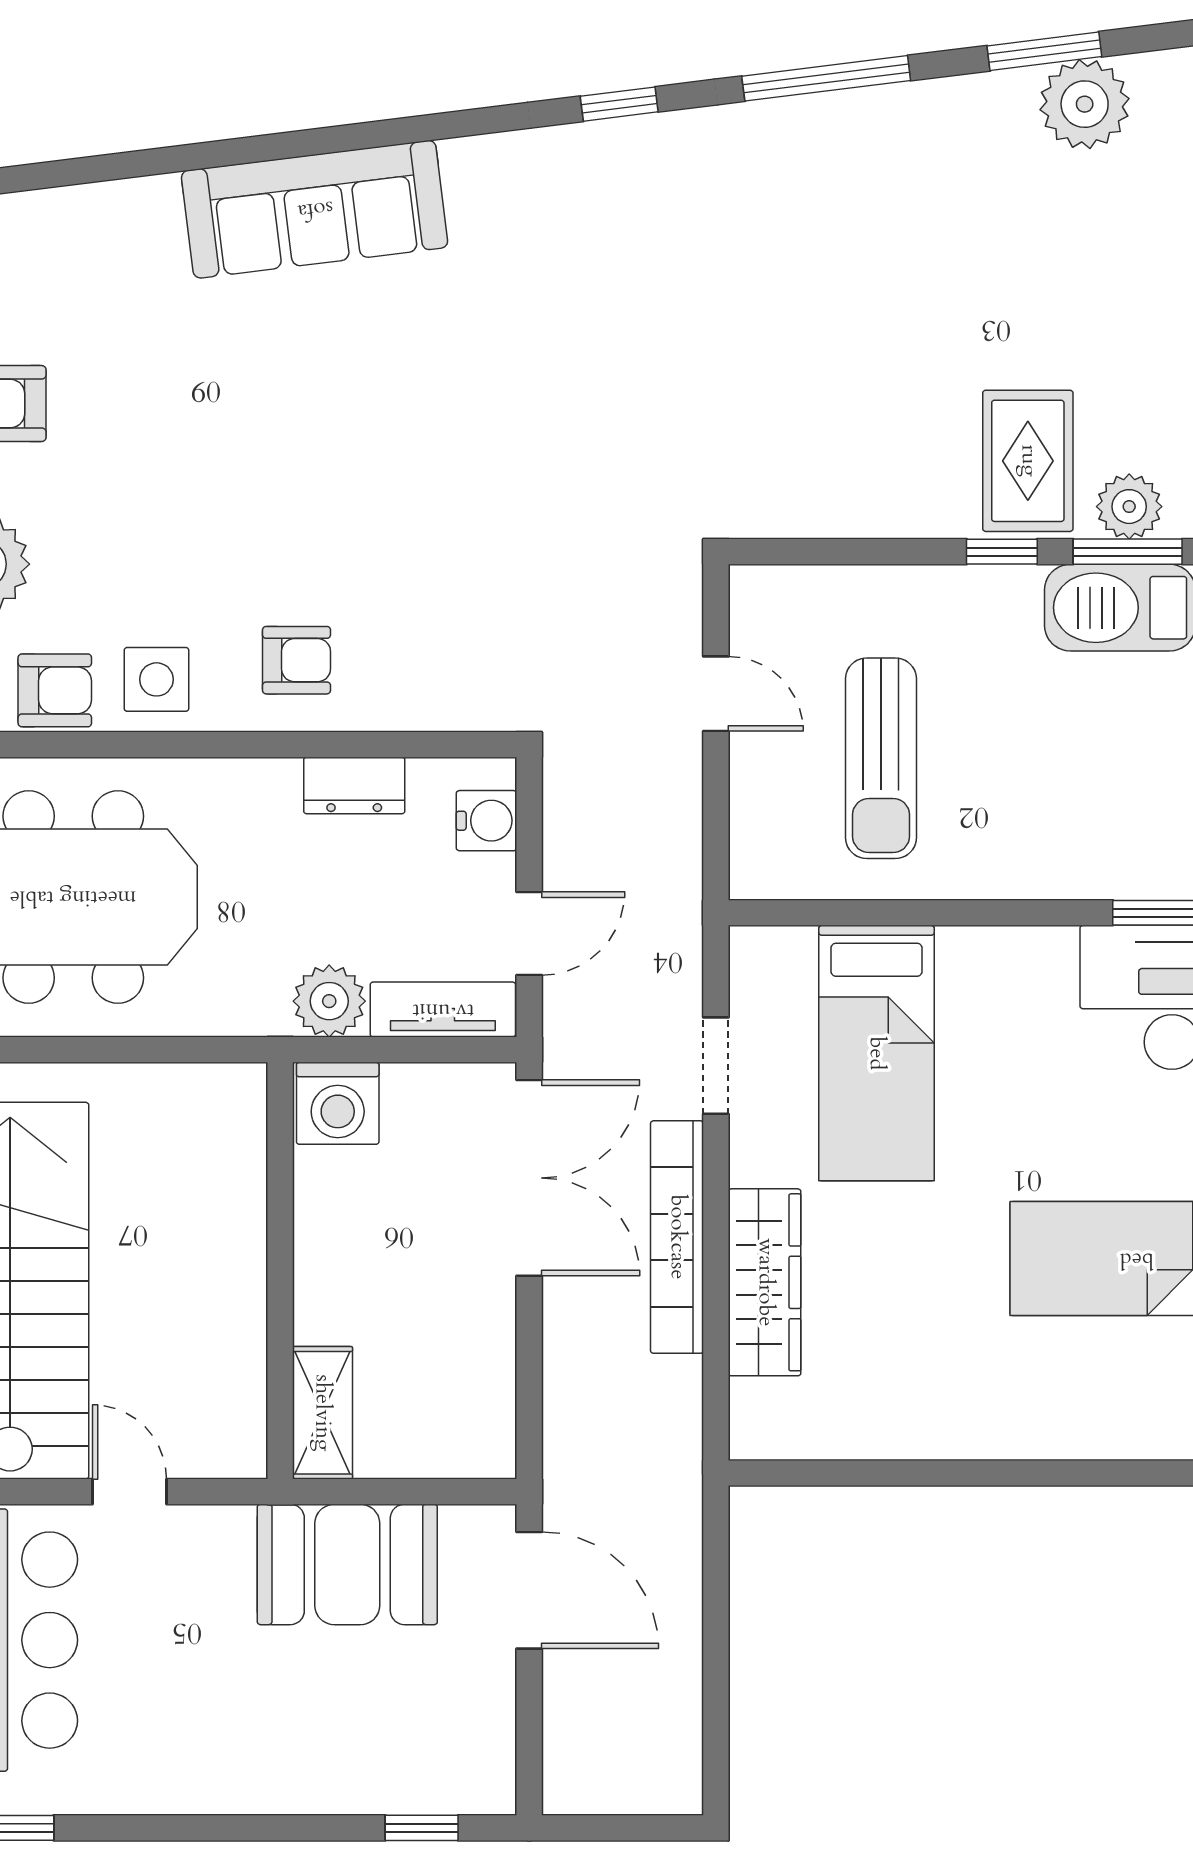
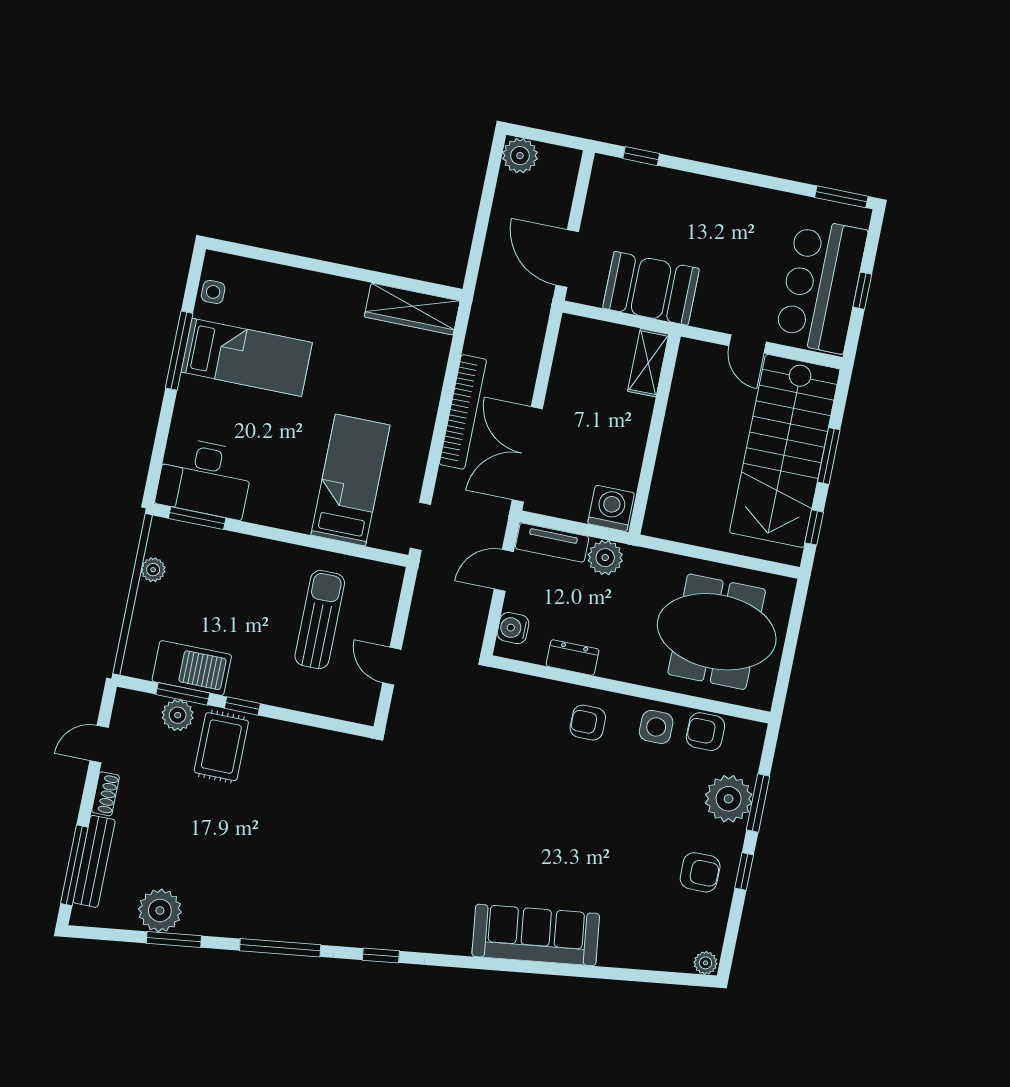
doorway: (716, 1066) -> (420, 526), moved
wardrobe: (765, 1282) -> (412, 309), moved, turned -90
plant: (667, 1779) -> (520, 156), added

